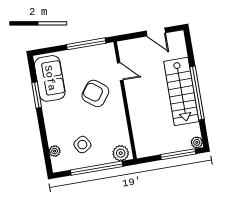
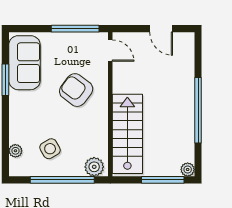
door: (120, 72) -> (110, 51), moved
stairs: (181, 91) -> (127, 134), moved, turned 180

